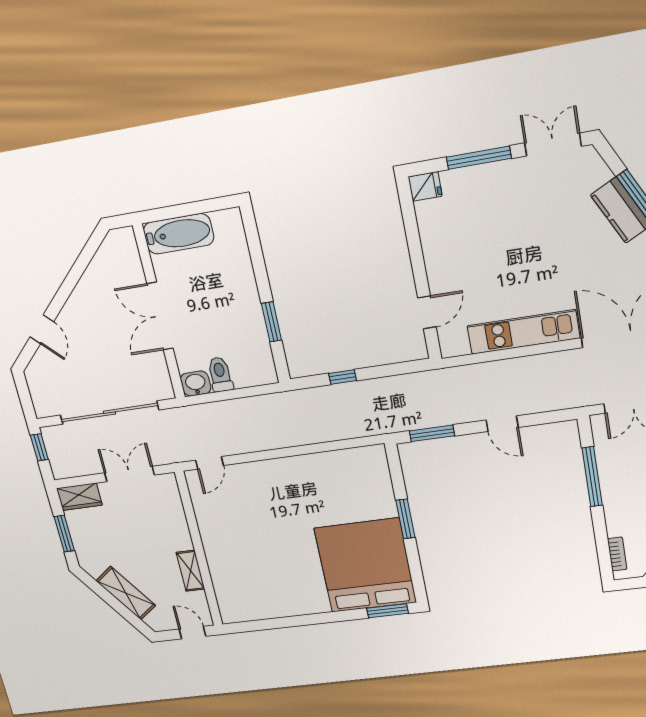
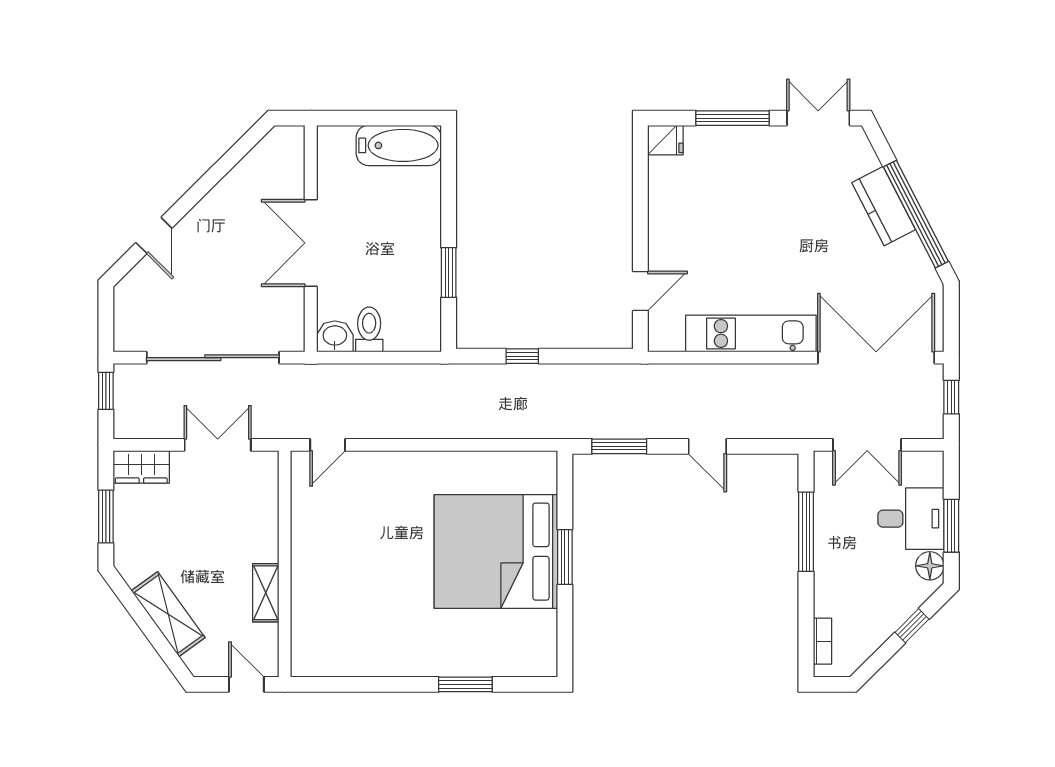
bathtub: (179, 234) -> (399, 145), moved
bed: (365, 565) -> (496, 552), moved, turned -90
window: (388, 611) -> (465, 684), moved

